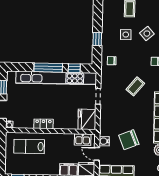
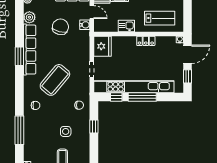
side table: (147, 34) -> (45, 133), removed
coffee table: (135, 86) -> (55, 80), width x1.86, depth x1.72
kitchen sink: (83, 140) -> (126, 26), moved
chair: (129, 140) -> (60, 27), turned -54

